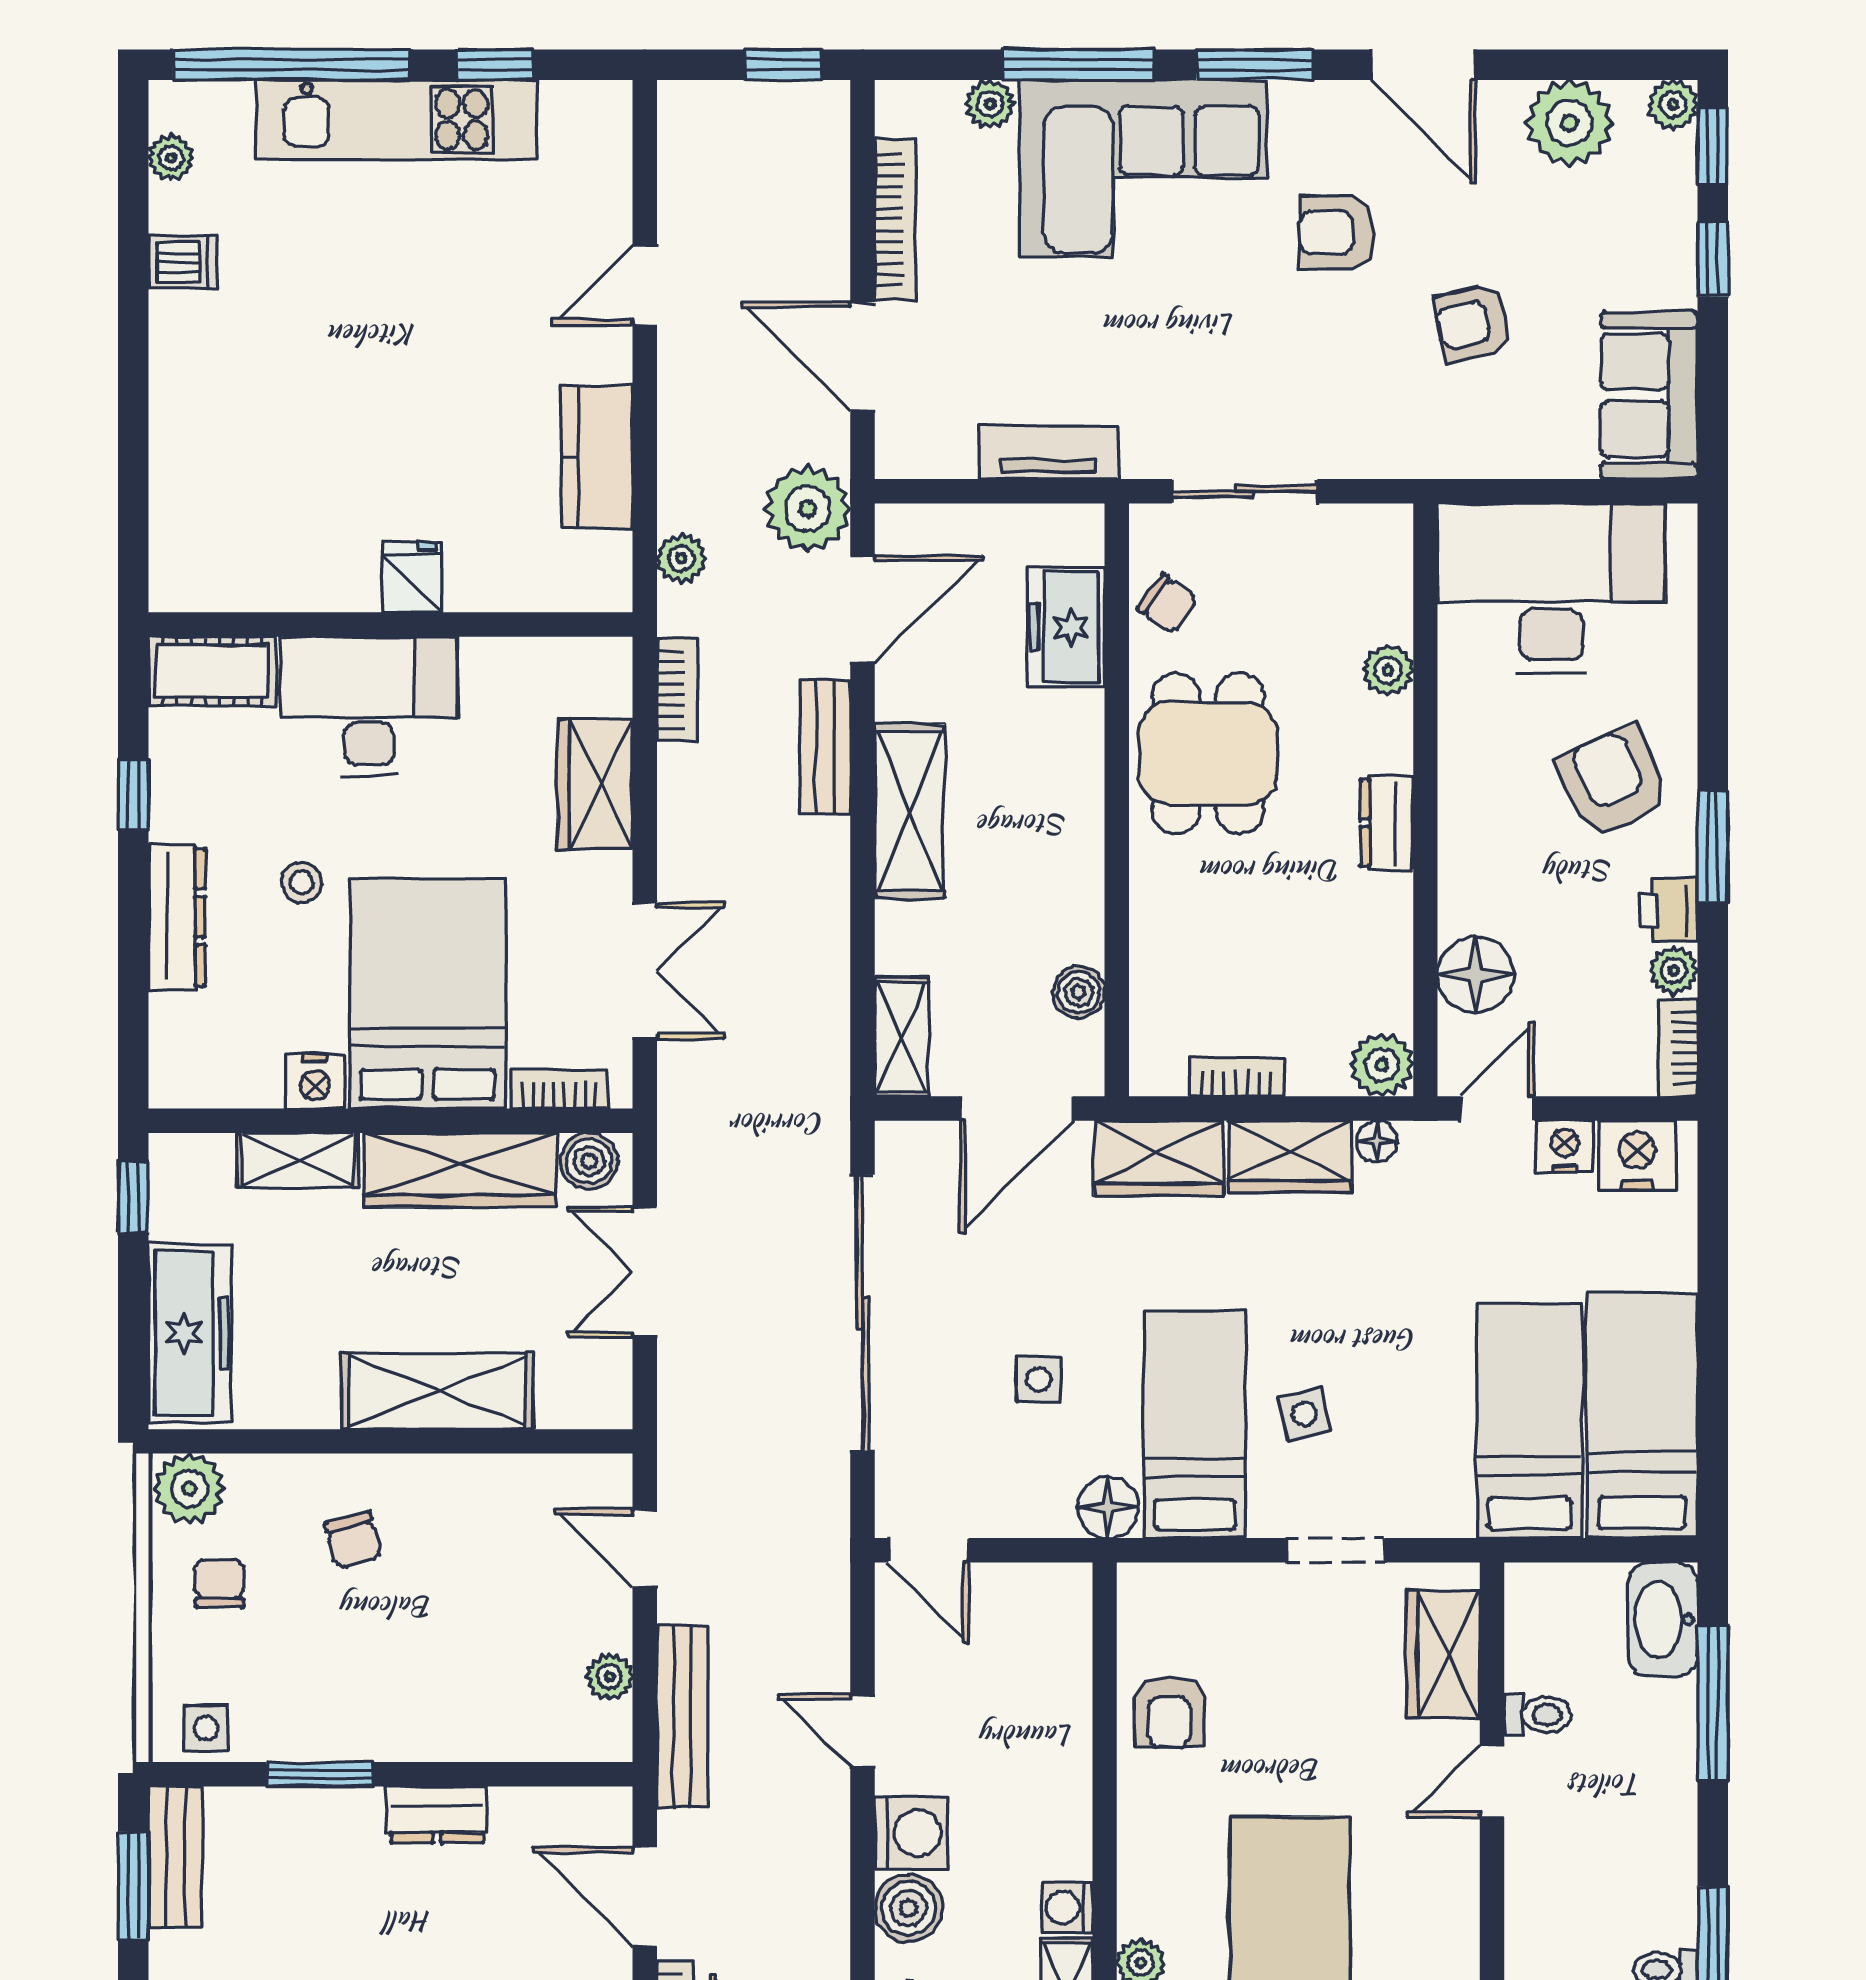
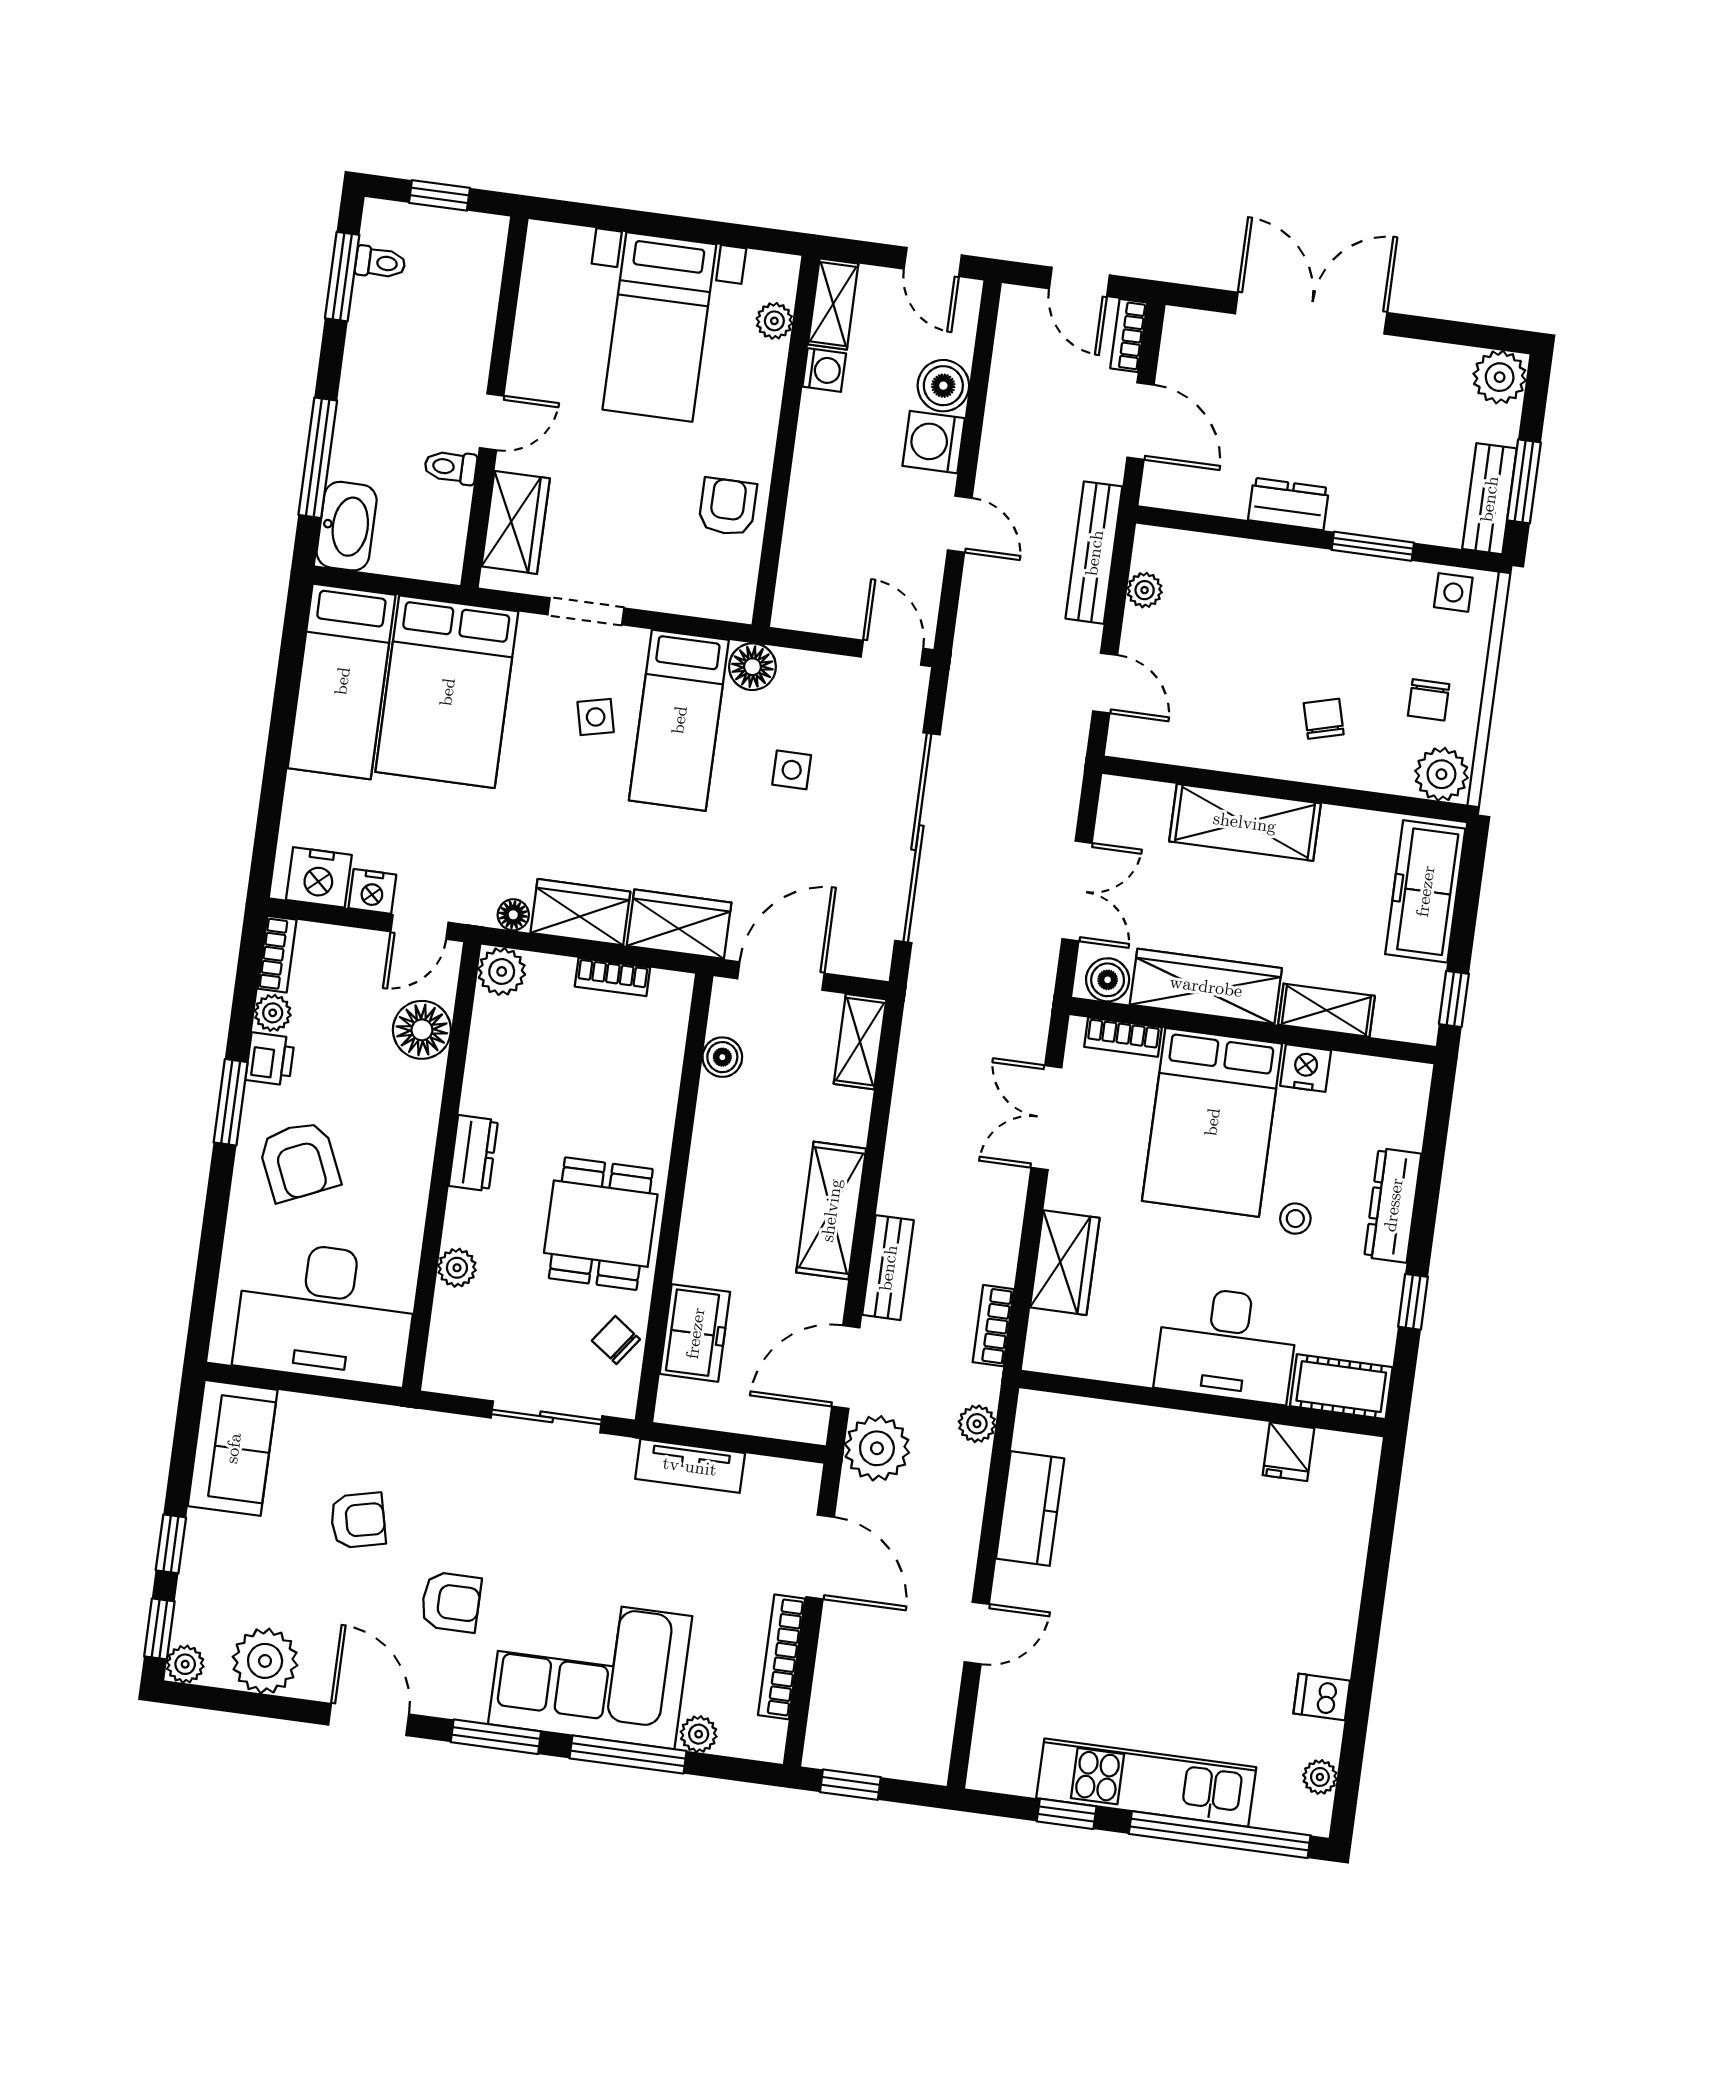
fridge: (411, 577) -> (1288, 1452), moved
bed: (1529, 1421) -> (447, 692), width x1.50

